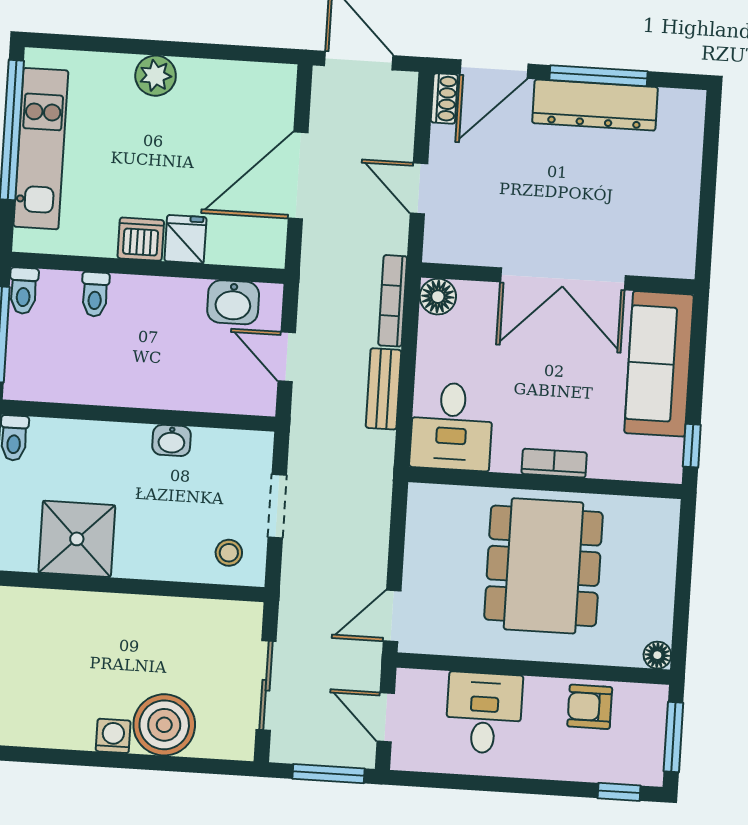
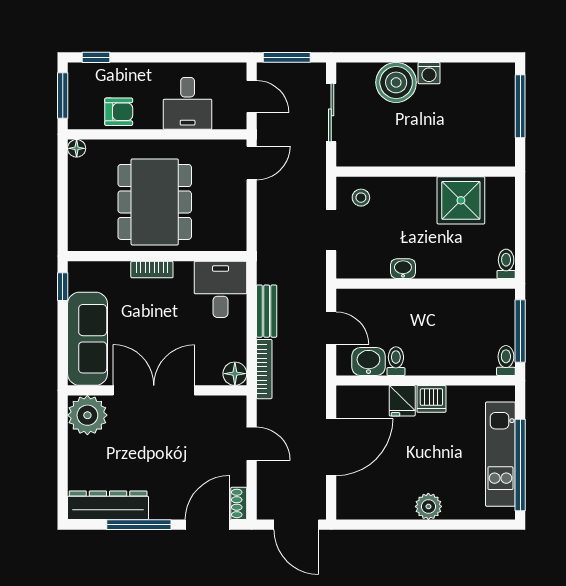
dresser: (595, 105) -> (108, 505), moved
plant: (666, 247) -> (87, 415), added
toilet: (95, 294) -> (396, 361), moved

